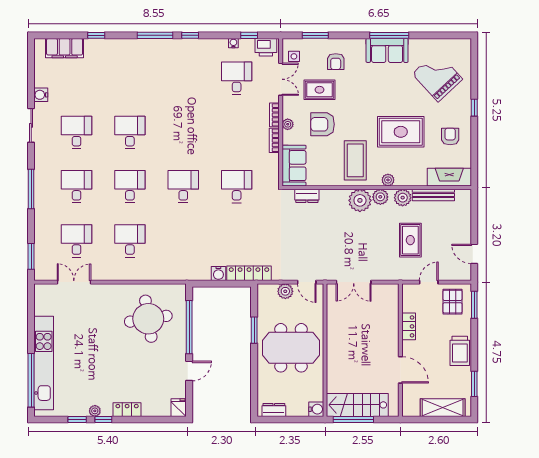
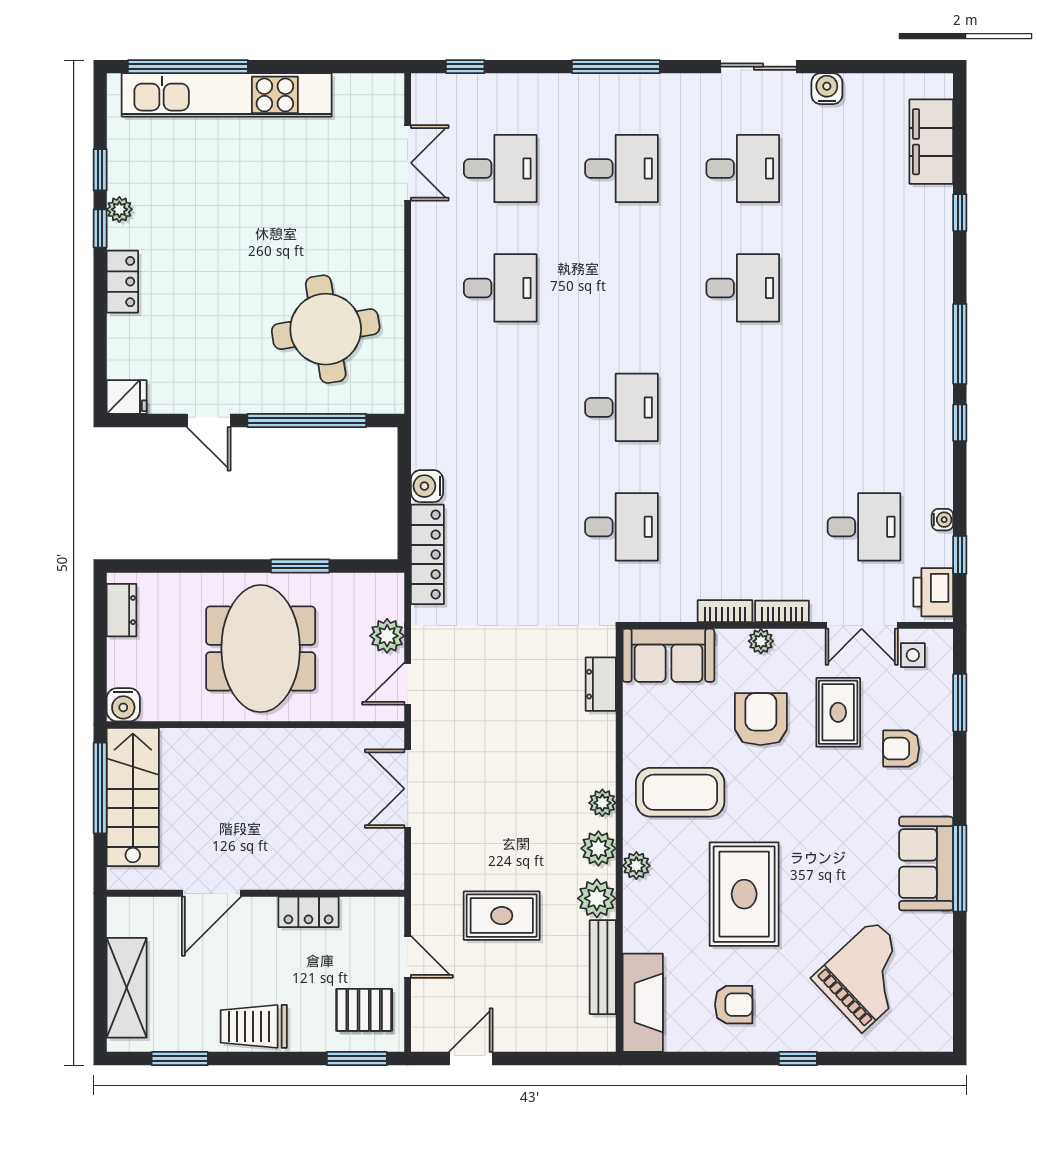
desk: (130, 187) -> (621, 288), removed
plant: (360, 200) -> (602, 803), width x0.53, depth x0.53
window: (31, 256) -> (465, 67), width x0.67

